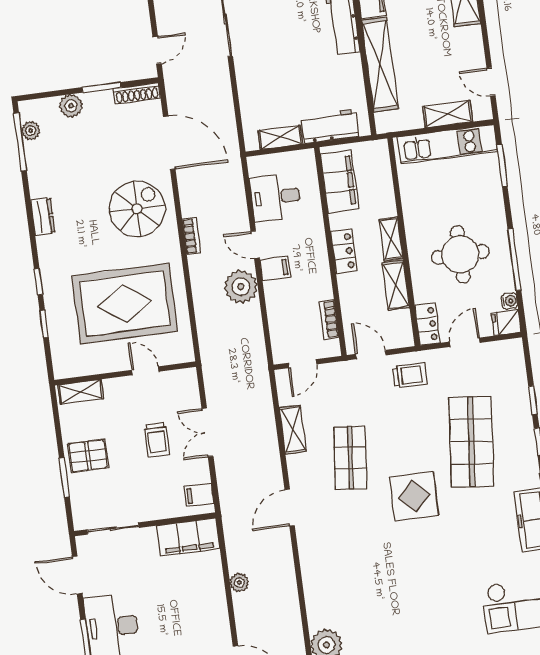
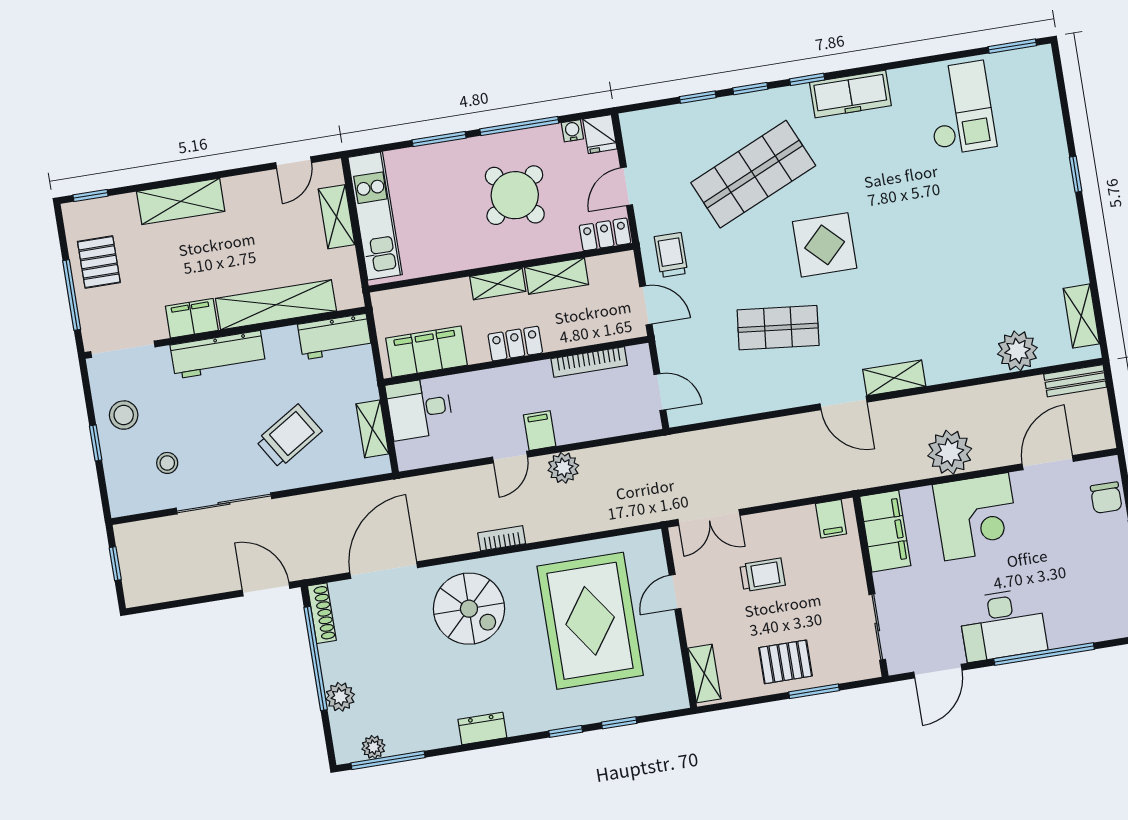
door: (157, 50) -> (266, 589), width x1.38
trolley: (277, 72) -> (289, 436), added
window: (102, 87) -> (316, 658), width x2.11
workbench: (330, 126) -> (335, 337), moved, turned -90
window: (502, 166) -> (439, 139), moved
desk: (276, 197) -> (419, 409), moved, turned 90
spiral stairs: (137, 209) -> (469, 609), turned 180
round table: (460, 254) -> (515, 195), turned -38
plant: (241, 287) -> (563, 468), width x0.73, depth x0.73
bookcase: (329, 319) -> (589, 362), width x1.56
door: (465, 342) -> (627, 186), hinge flipped
door: (371, 355) -> (646, 305), swing flipped
shelving: (293, 429) -> (894, 378), moved
double door: (207, 432) -> (709, 517), moved
shop shelf: (471, 442) -> (753, 174), turned -30
pallet: (88, 456) -> (785, 662), turned 90
plant: (239, 582) -> (950, 452), width x1.88, depth x1.88
corner desk: (197, 609) -> (977, 517), added

